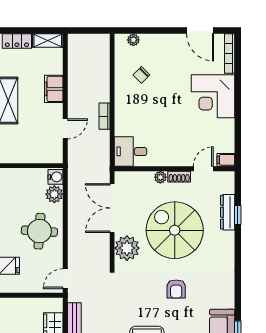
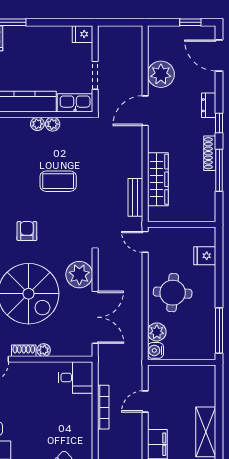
bookcase: (104, 116) -> (103, 407), width x1.56
door: (65, 279) -> (145, 242), swing flipped

